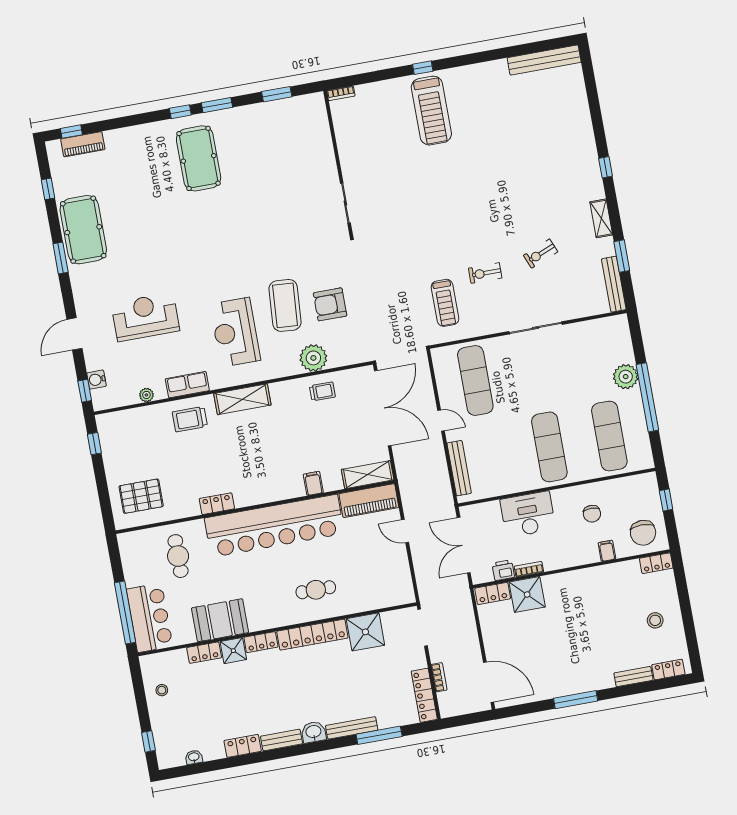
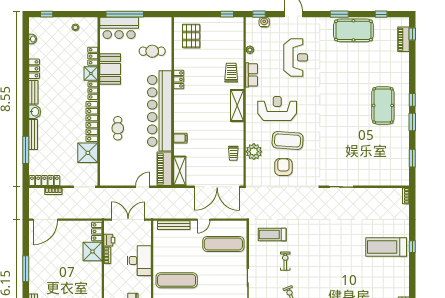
pool table: (199, 158) -> (383, 106), turned 90

